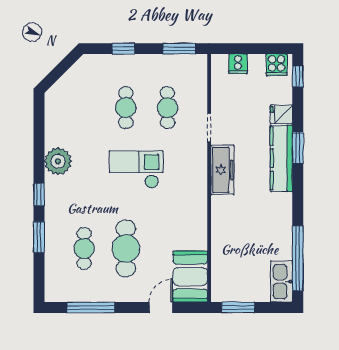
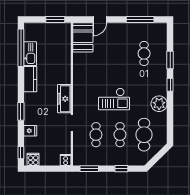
cooker: (238, 64) -> (66, 160), moved
kitchen counter: (281, 158) -> (30, 79), moved, width x0.67
cafe table: (126, 248) -> (144, 135), moved
kitchen sink: (282, 282) -> (30, 54), moved

